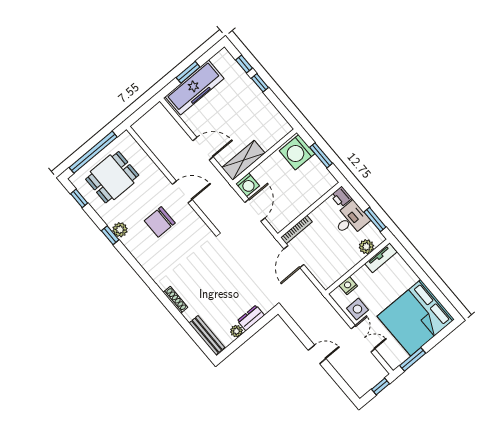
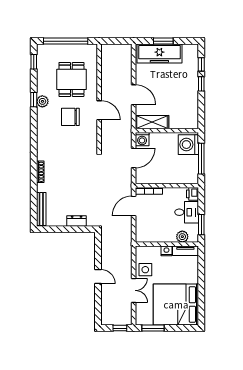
window: (321, 155) -> (201, 159), width x1.44
dining table: (112, 177) -> (71, 79), moved, turned 90
nightstand: (348, 286) -> (166, 251), moved
plant: (236, 331) -> (61, 222), removed

